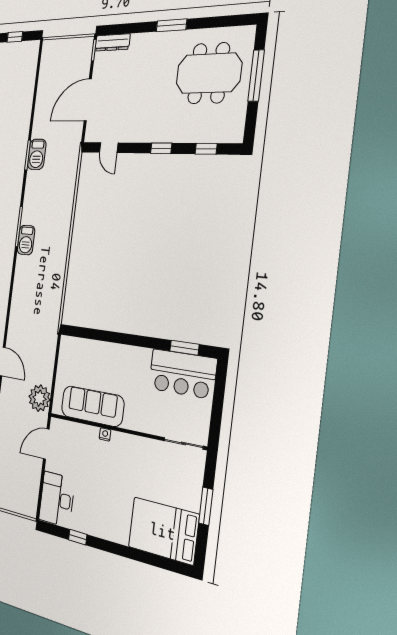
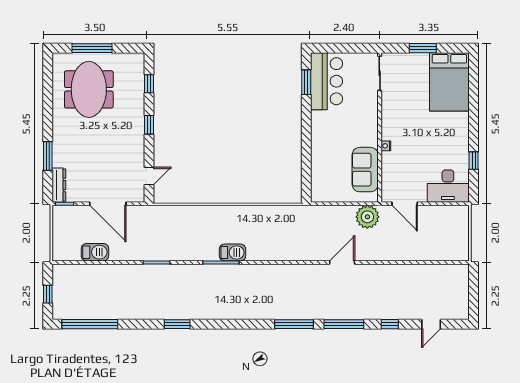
window: (171, 25) -> (48, 156), moved
barbecue: (37, 154) -> (95, 252), moved
sofa: (92, 406) -> (365, 170), width x0.73

